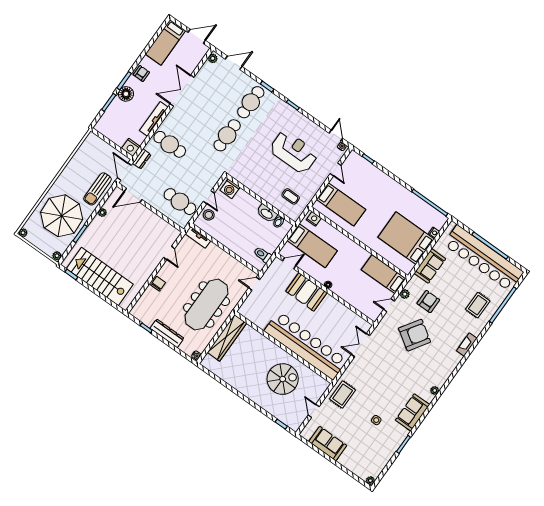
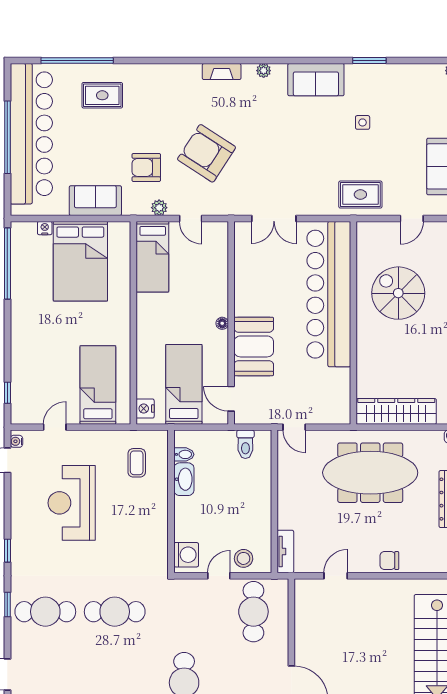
fireplace: (467, 345) -> (222, 72), moved

